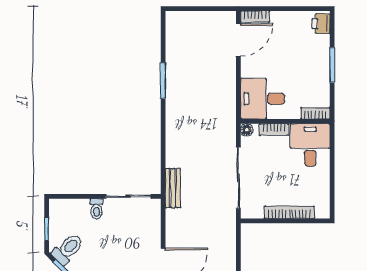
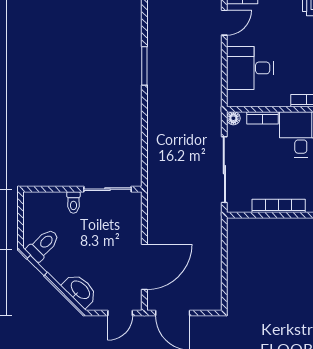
door: (238, 40) -> (224, 23), width x0.73
desk: (262, 99) -> (250, 68), moved
bench: (173, 188) -> (155, 180), removed
window: (47, 229) -> (20, 224), removed

